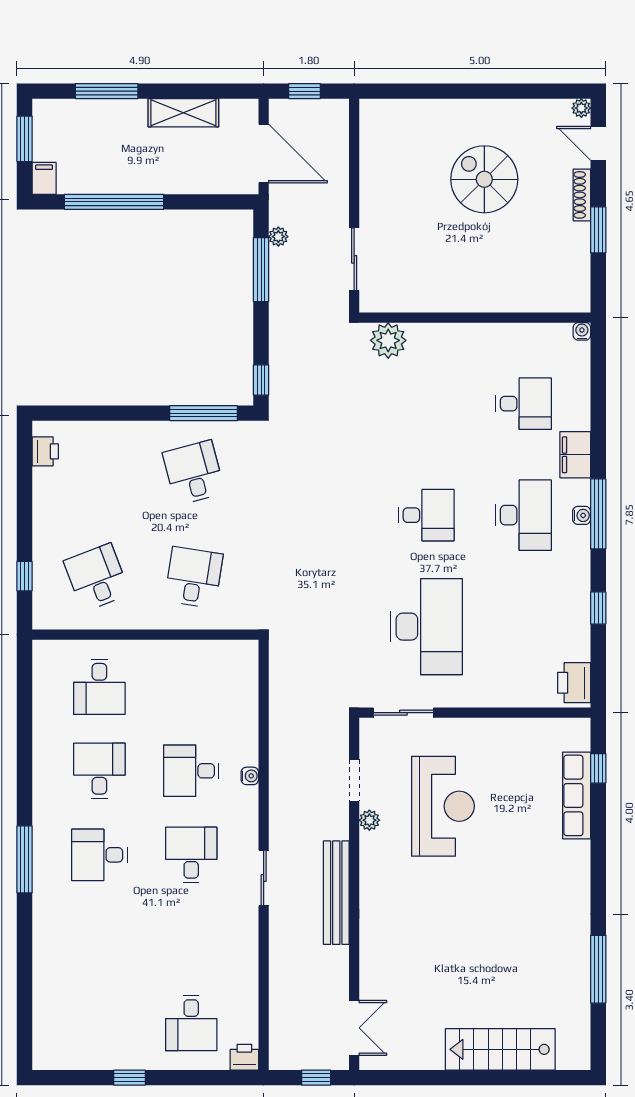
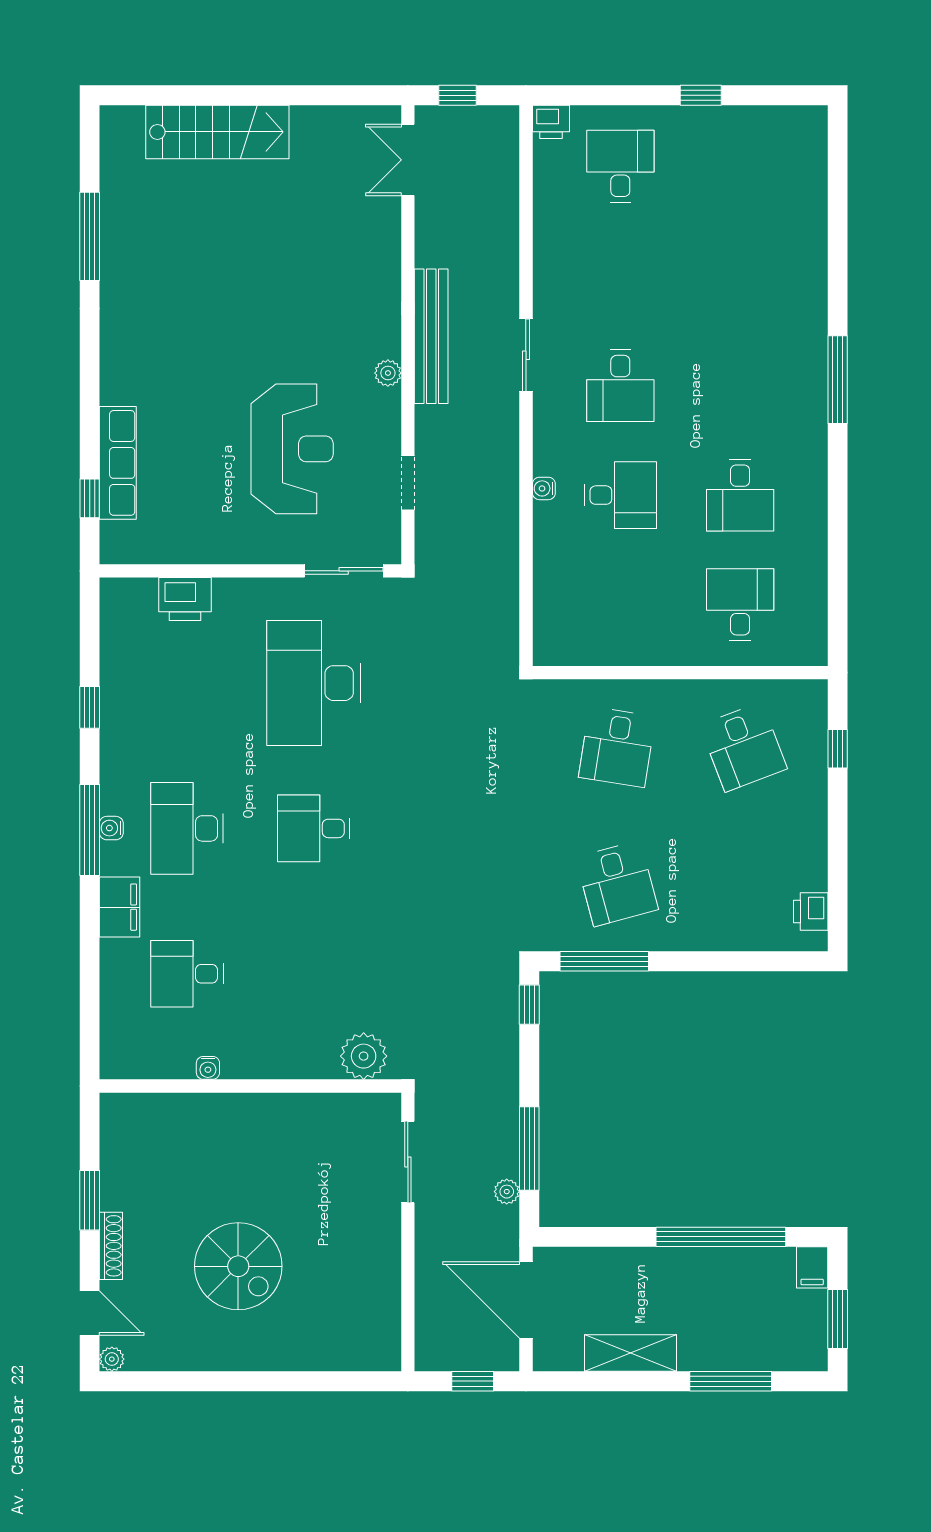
water cooler: (582, 331) -> (208, 1068), moved
printer: (574, 683) -> (185, 599), moved, turned 90
reception desk: (443, 806) -> (292, 449), turned 180
plant: (369, 820) -> (388, 373), moved
desk: (99, 855) -> (740, 386), removed

